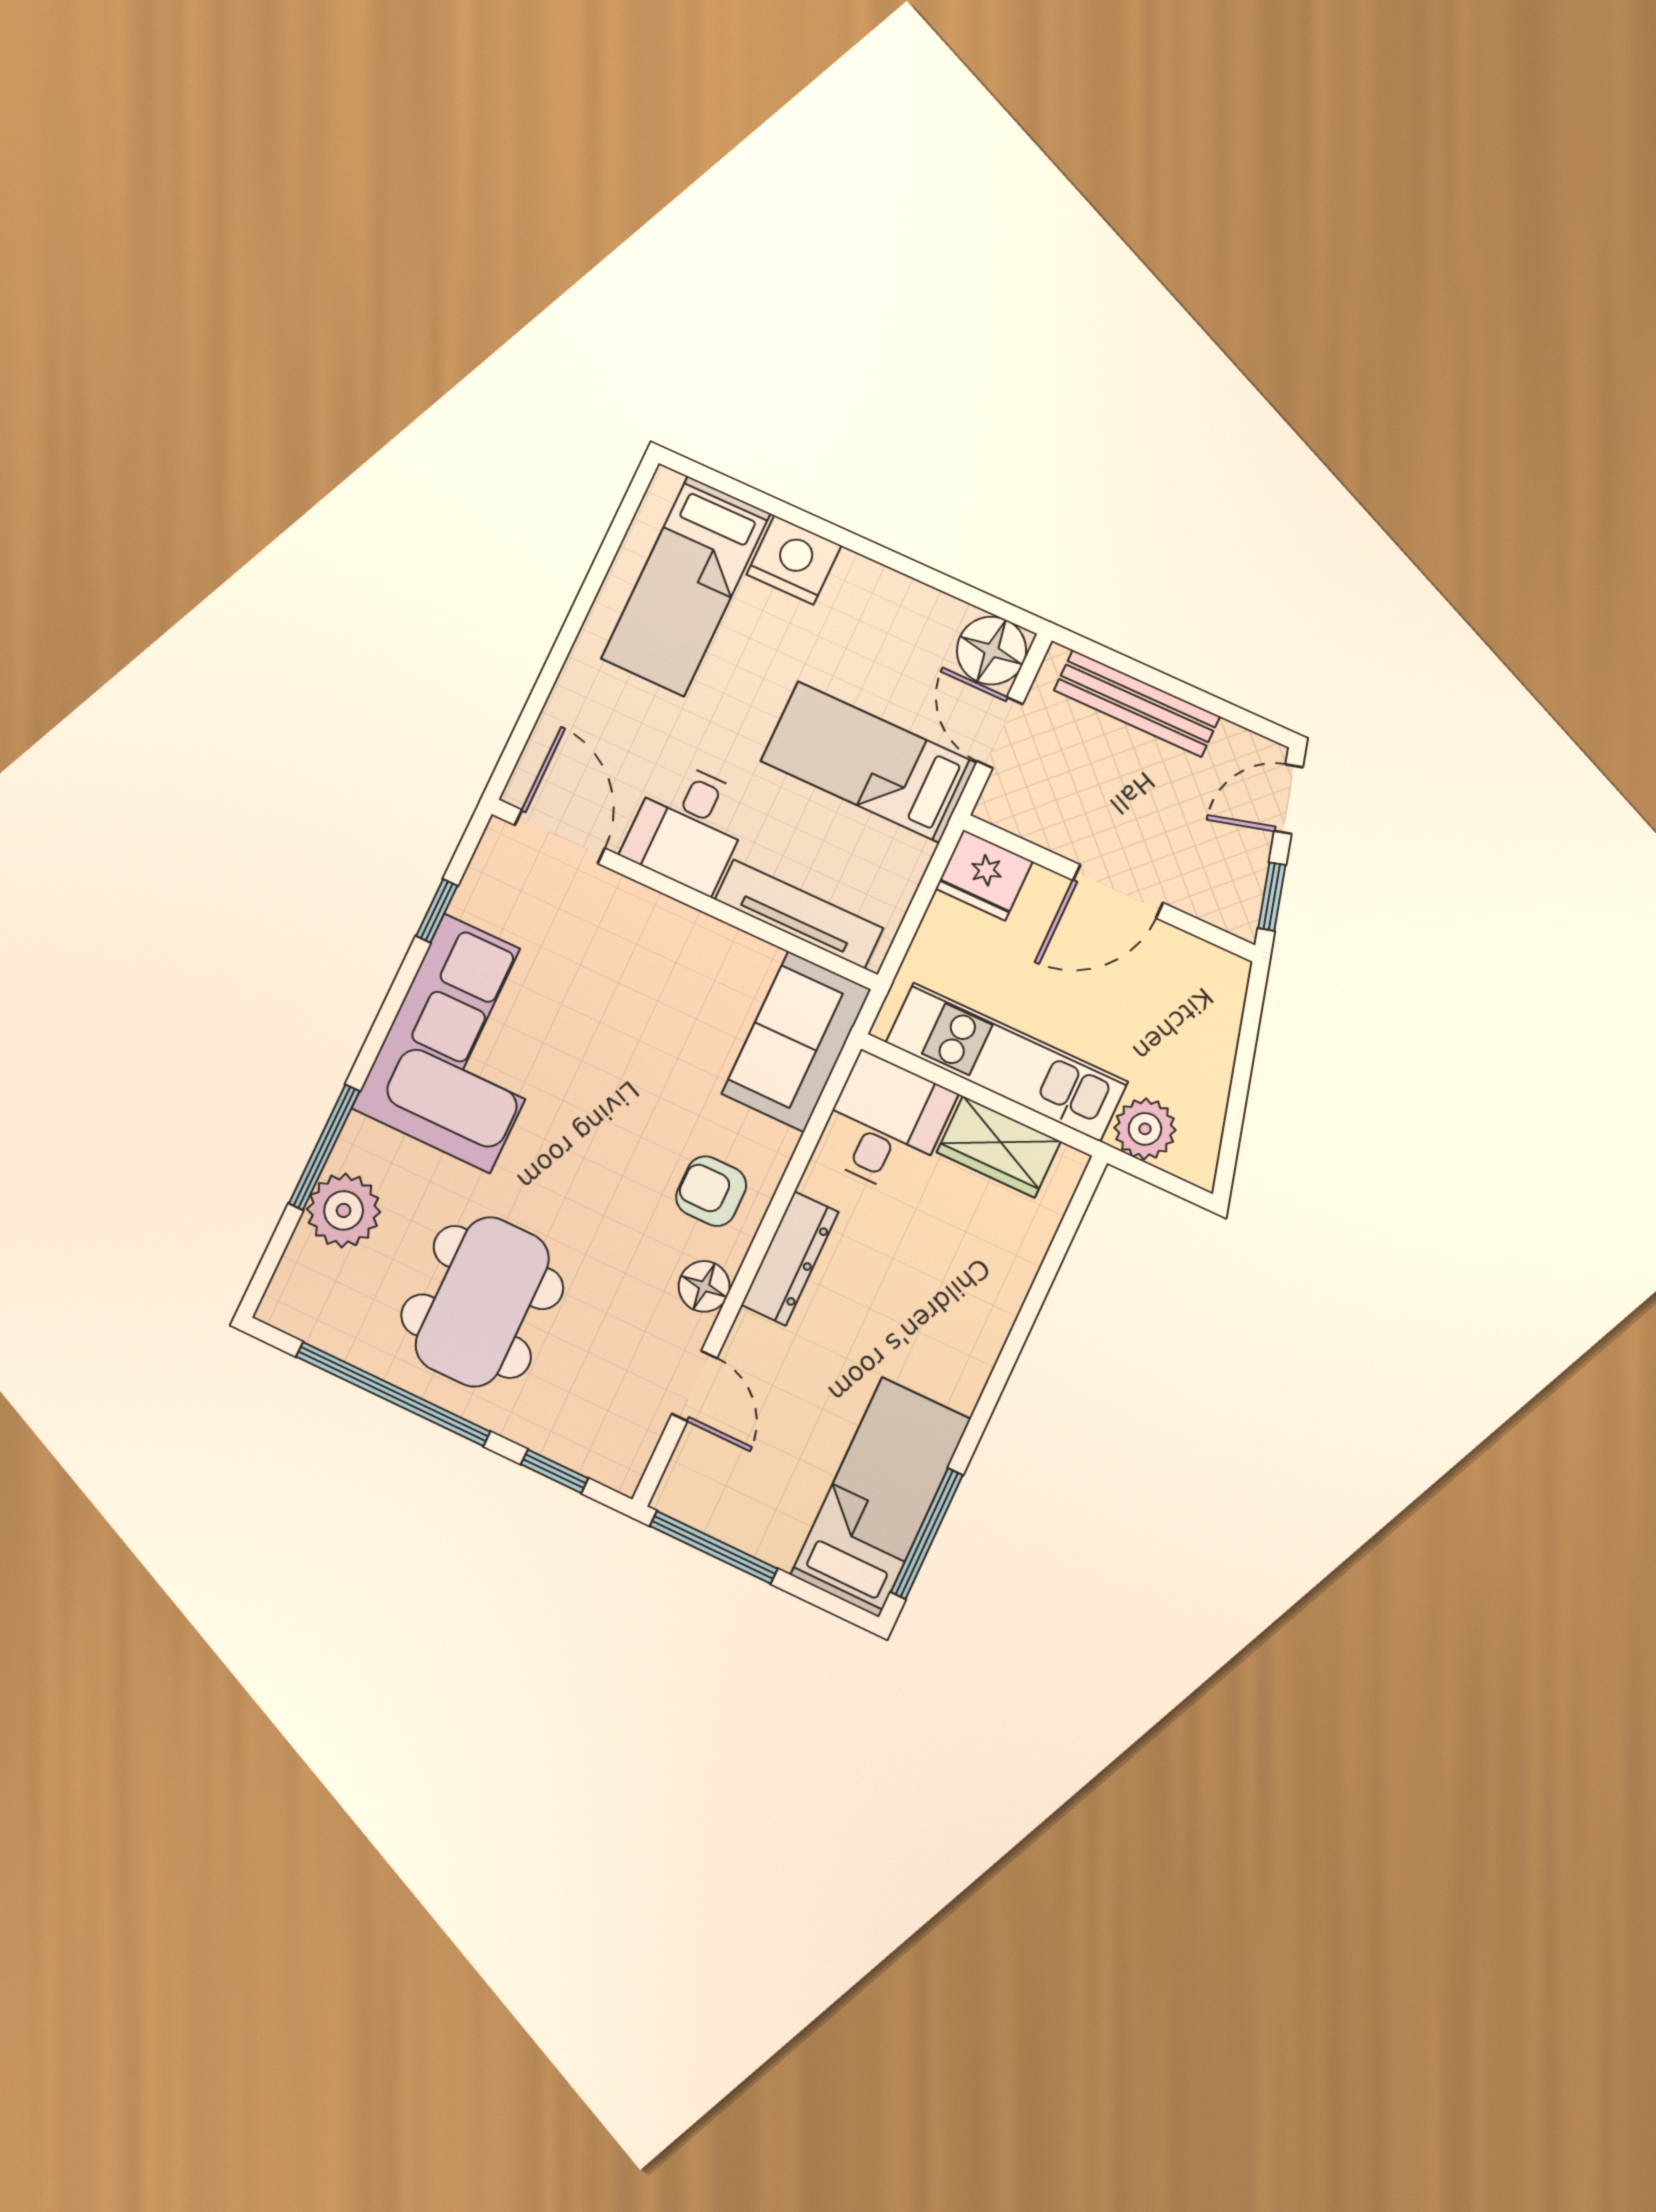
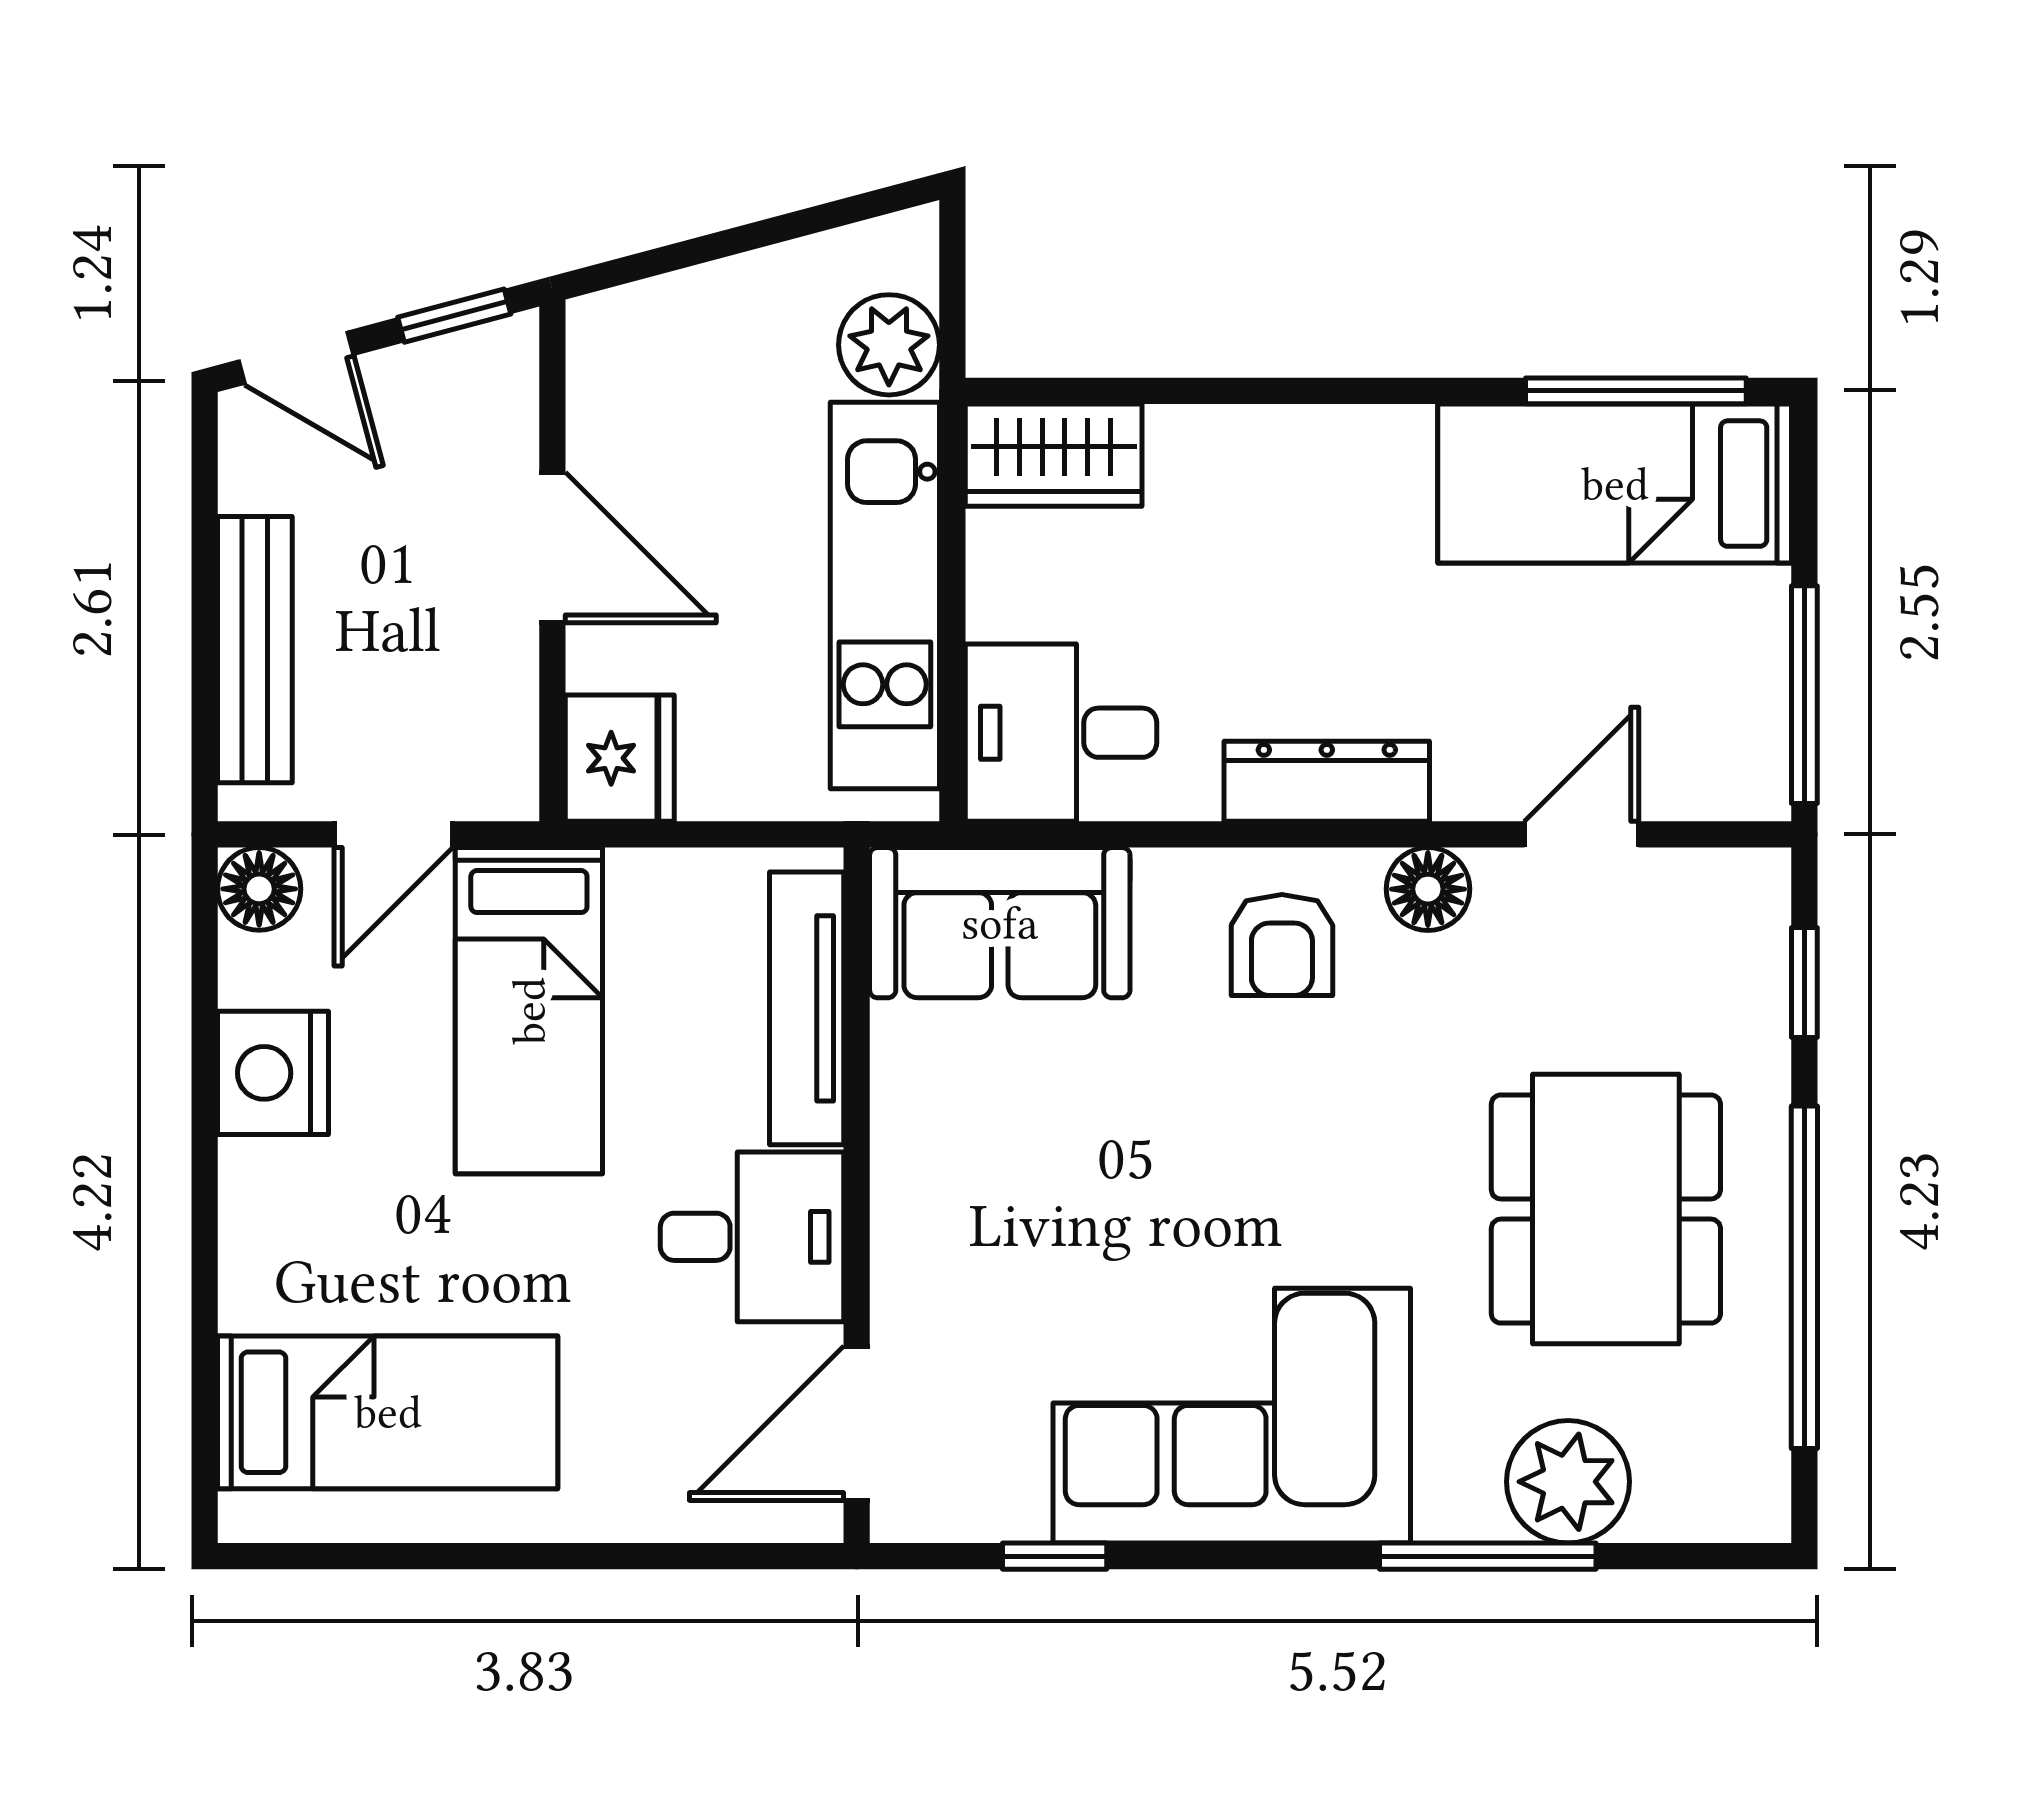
nightstand: (794, 560) -> (273, 1073), moved
floor lamp: (992, 651) -> (259, 889), width x0.73, depth x0.73
wardrobe: (999, 1147) -> (1054, 455), moved, turned 90
dining table: (482, 1302) -> (1606, 1209), turned 90

